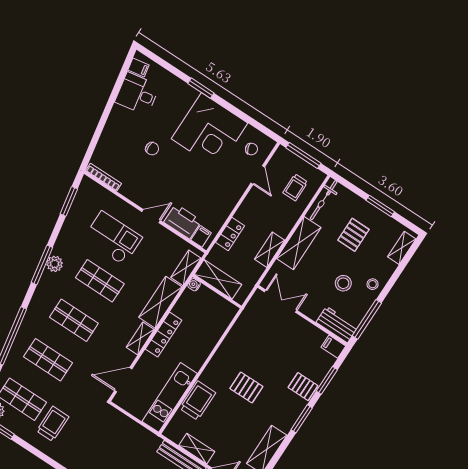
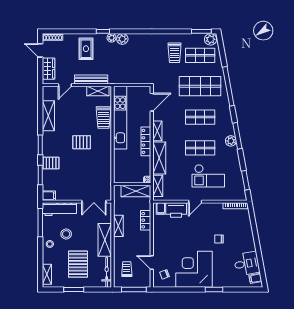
pallet: (353, 235) -> (78, 264), width x1.50, depth x1.42
workbench: (337, 325) -> (59, 209), width x1.38
shop shelf: (48, 360) -> (200, 86), width x1.43, depth x1.36
kitchen unit: (170, 397) -> (120, 118), width x1.36
shelving: (197, 449) -> (98, 91), moved

